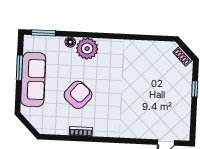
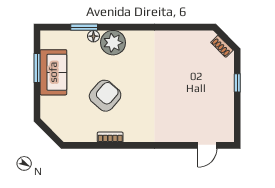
window: (43, 33) -> (84, 27), moved
sofa: (33, 79) -> (53, 72), width x0.73

